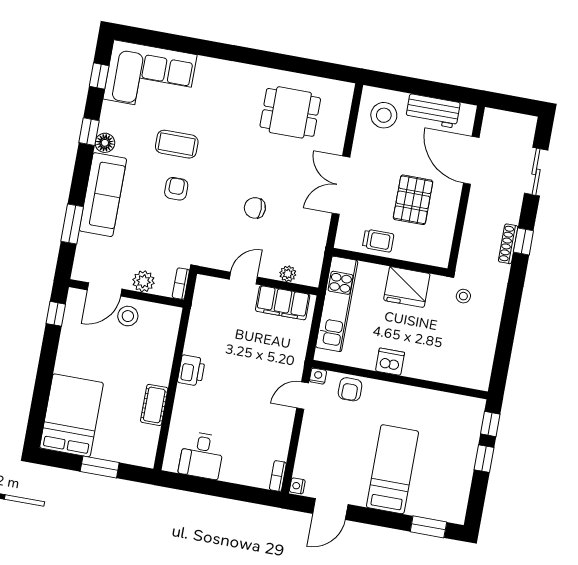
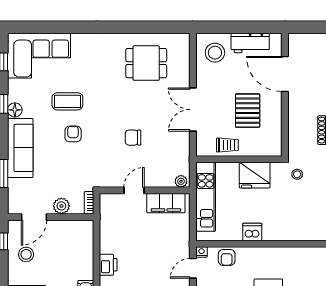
plant: (288, 274) -> (181, 181), moved
stool: (128, 316) -> (26, 254), moved

